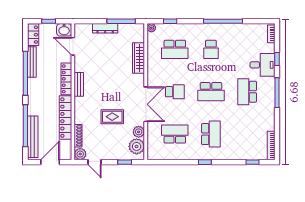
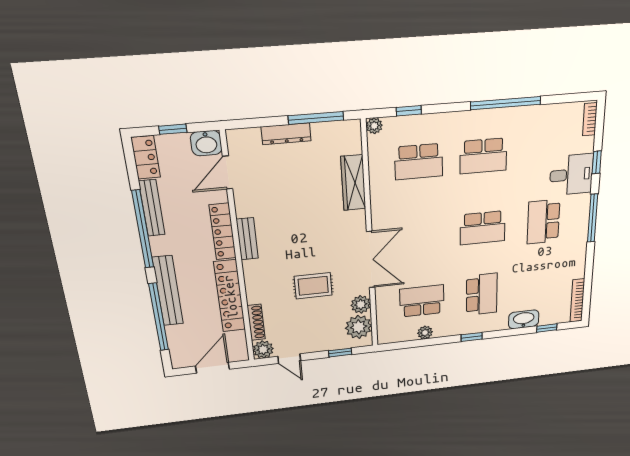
door: (73, 46) -> (228, 172), hinge flipped
school desk: (211, 49) -> (483, 156), width x1.85
school desk: (175, 92) -> (420, 234), removed
bench: (33, 137) -> (168, 291), moved
washbasin: (237, 154) -> (524, 319), added
plant: (176, 155) -> (425, 333), added

